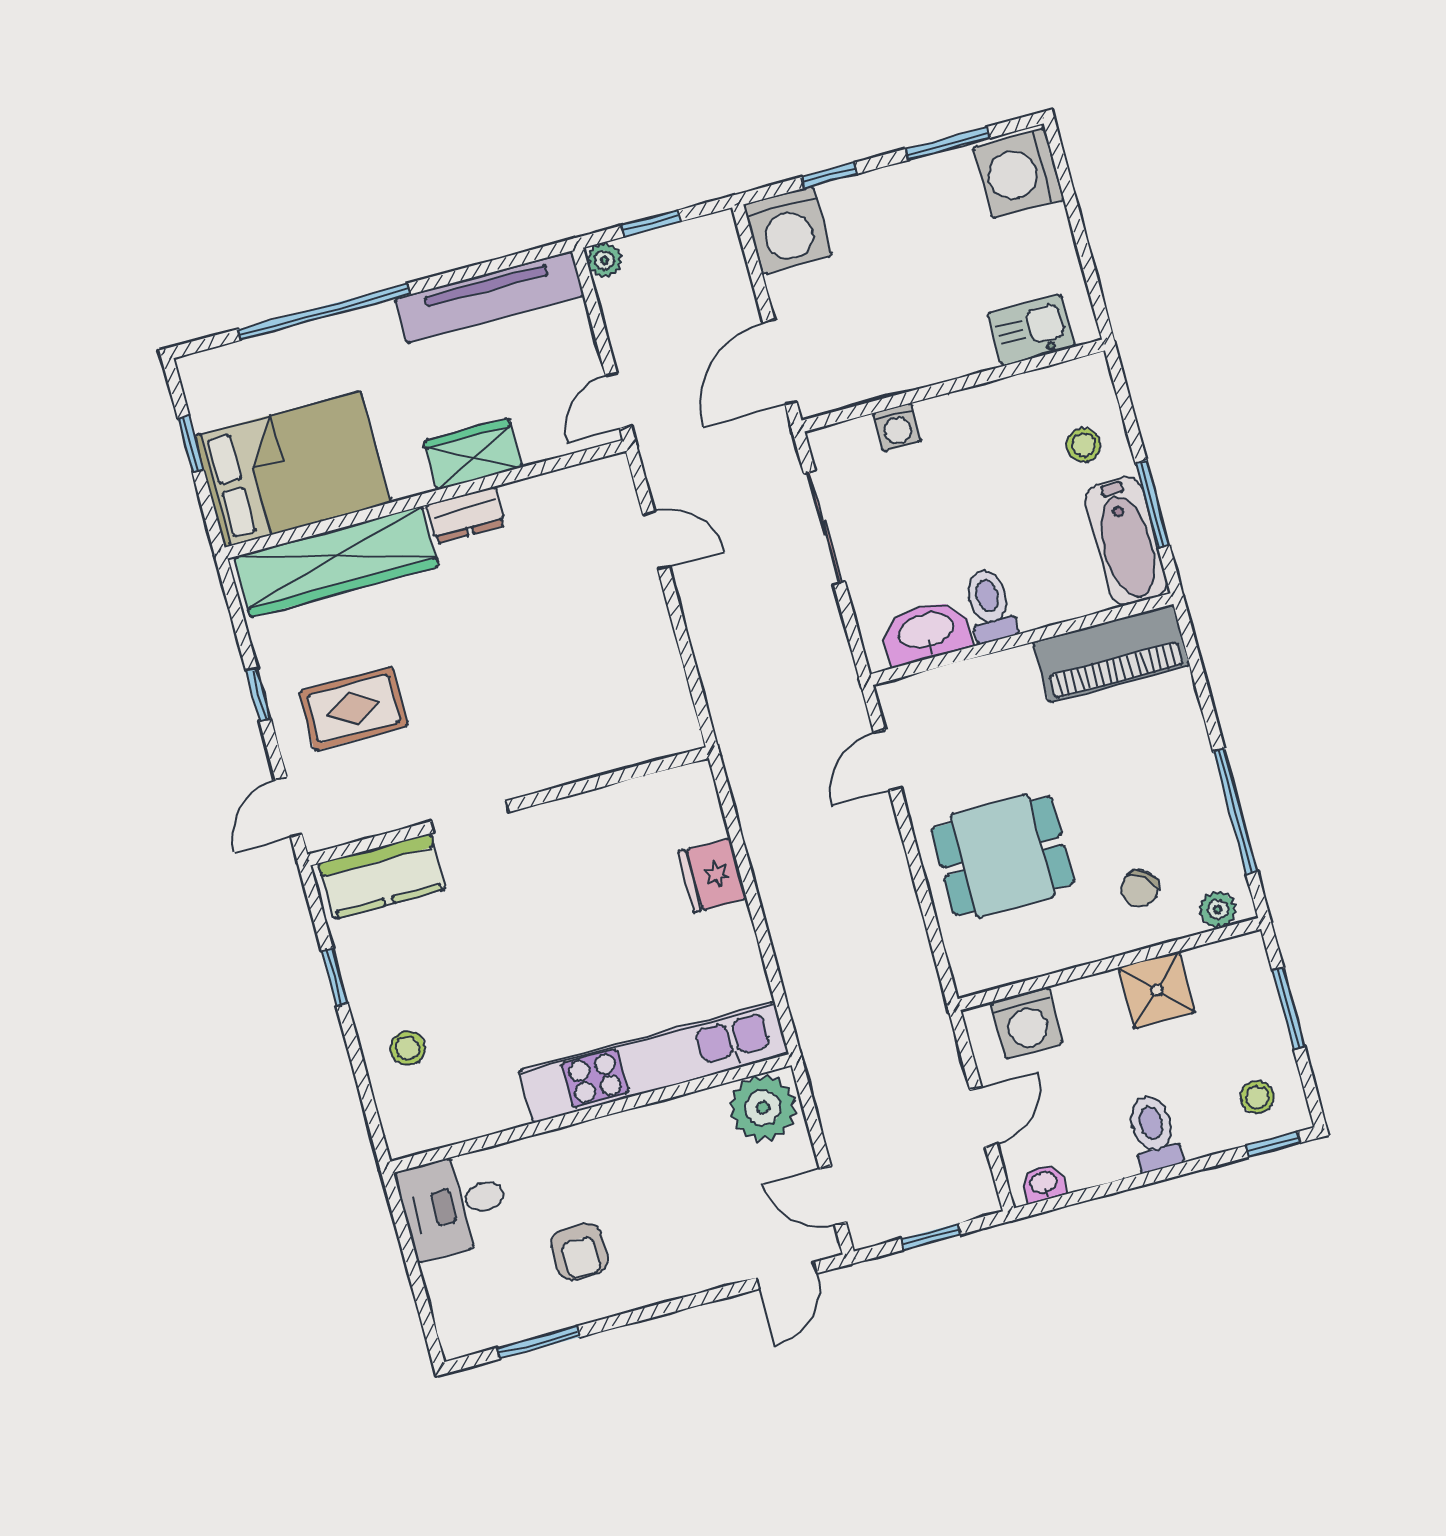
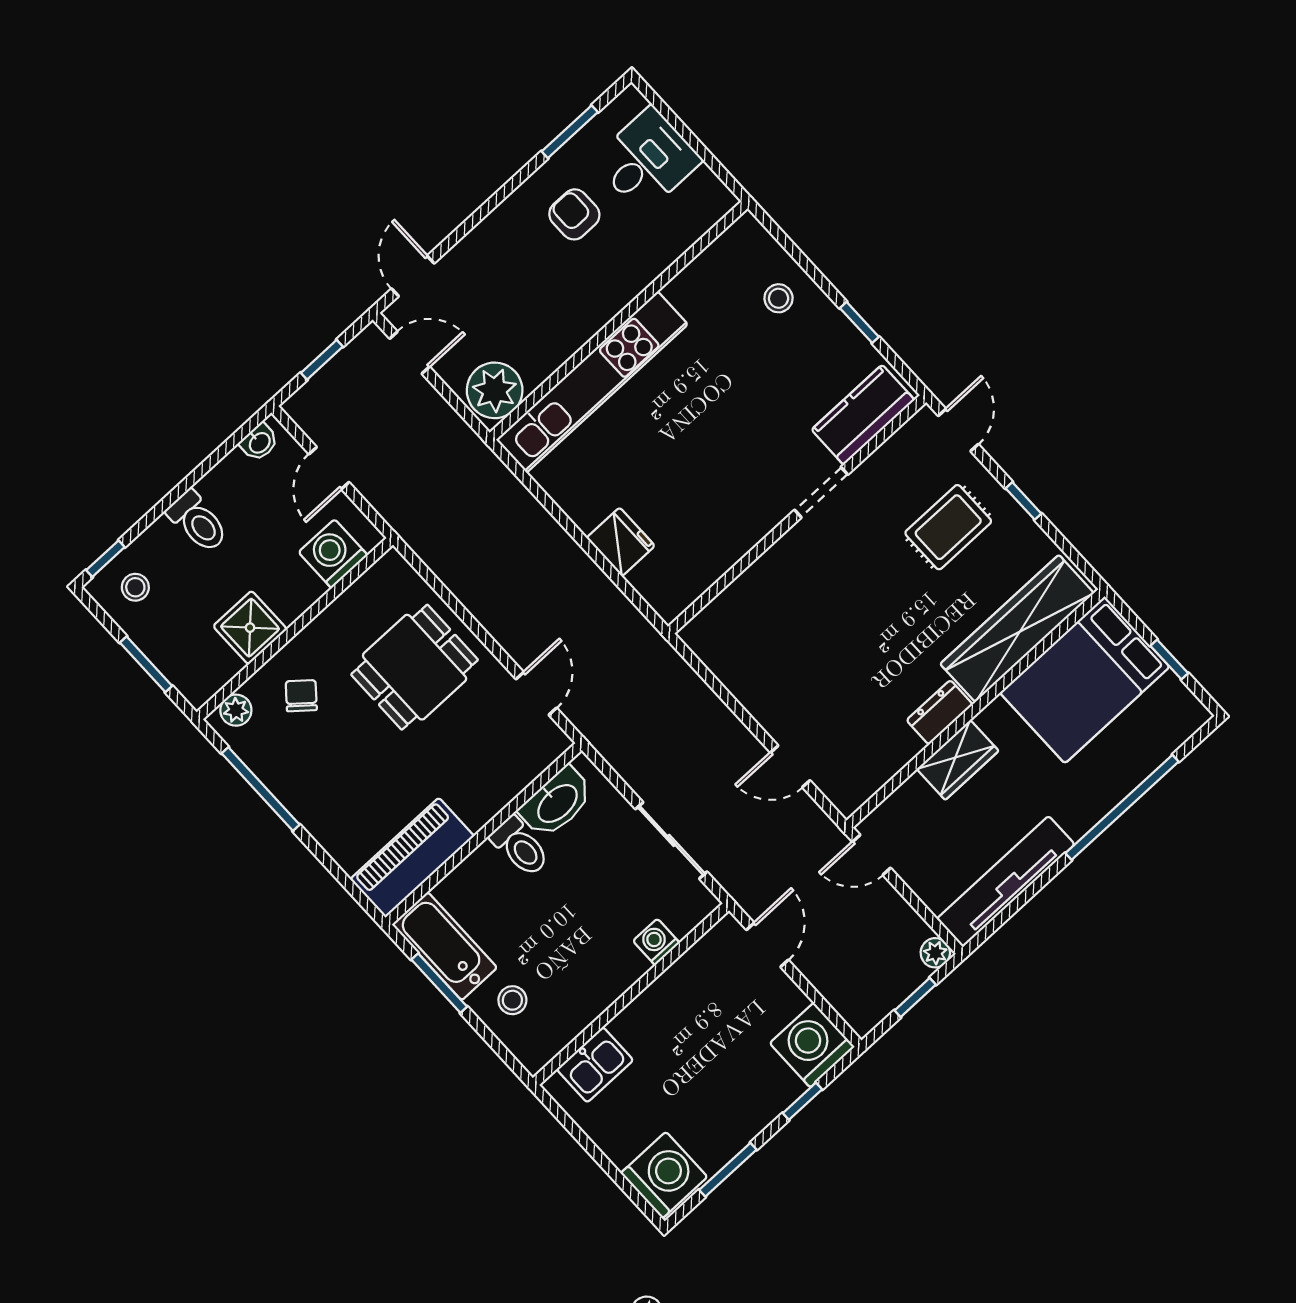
door: (780, 362) -> (767, 945), width x0.73
door: (618, 401) -> (871, 855), swing flipped
desk: (454, 1205) -> (647, 160), moved

